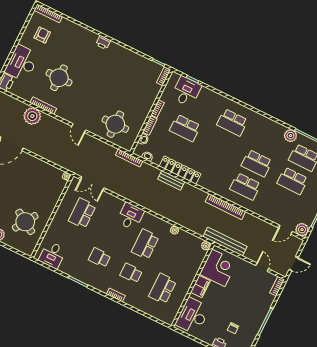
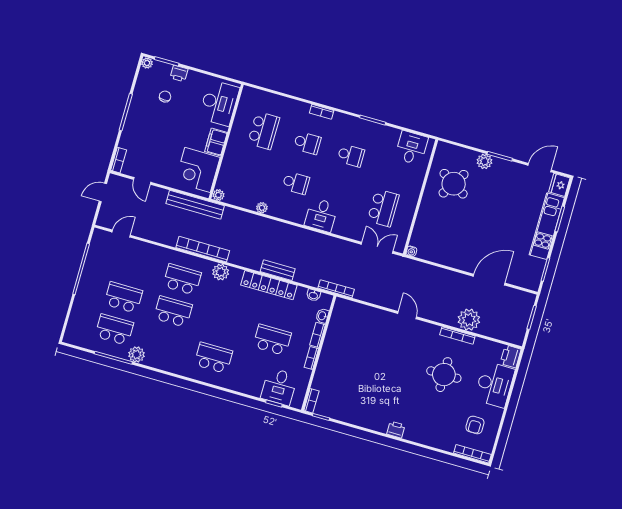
round table: (115, 124) -> (362, 329), removed
plant: (302, 230) -> (221, 272), moved
school desk: (145, 244) -> (296, 183), width x0.54

